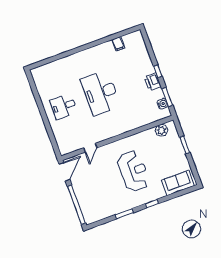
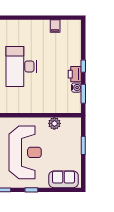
water cooler: (162, 104) -> (76, 88), moved
plant: (161, 130) -> (54, 123), moved
reception desk: (133, 171) -> (25, 152), width x1.36, depth x1.30

